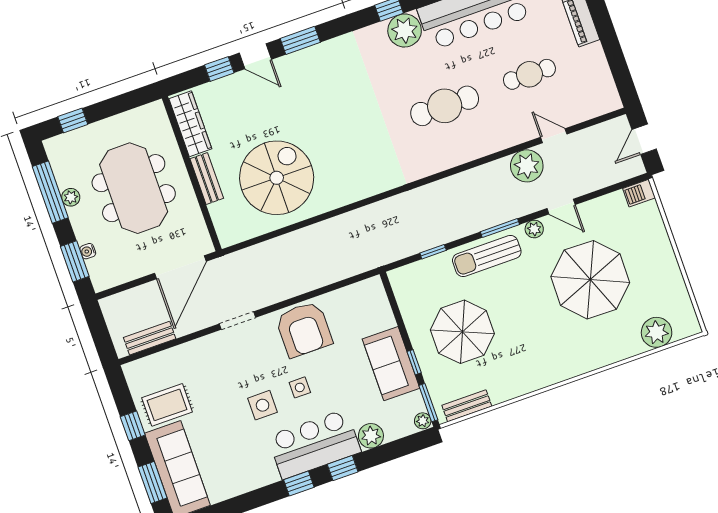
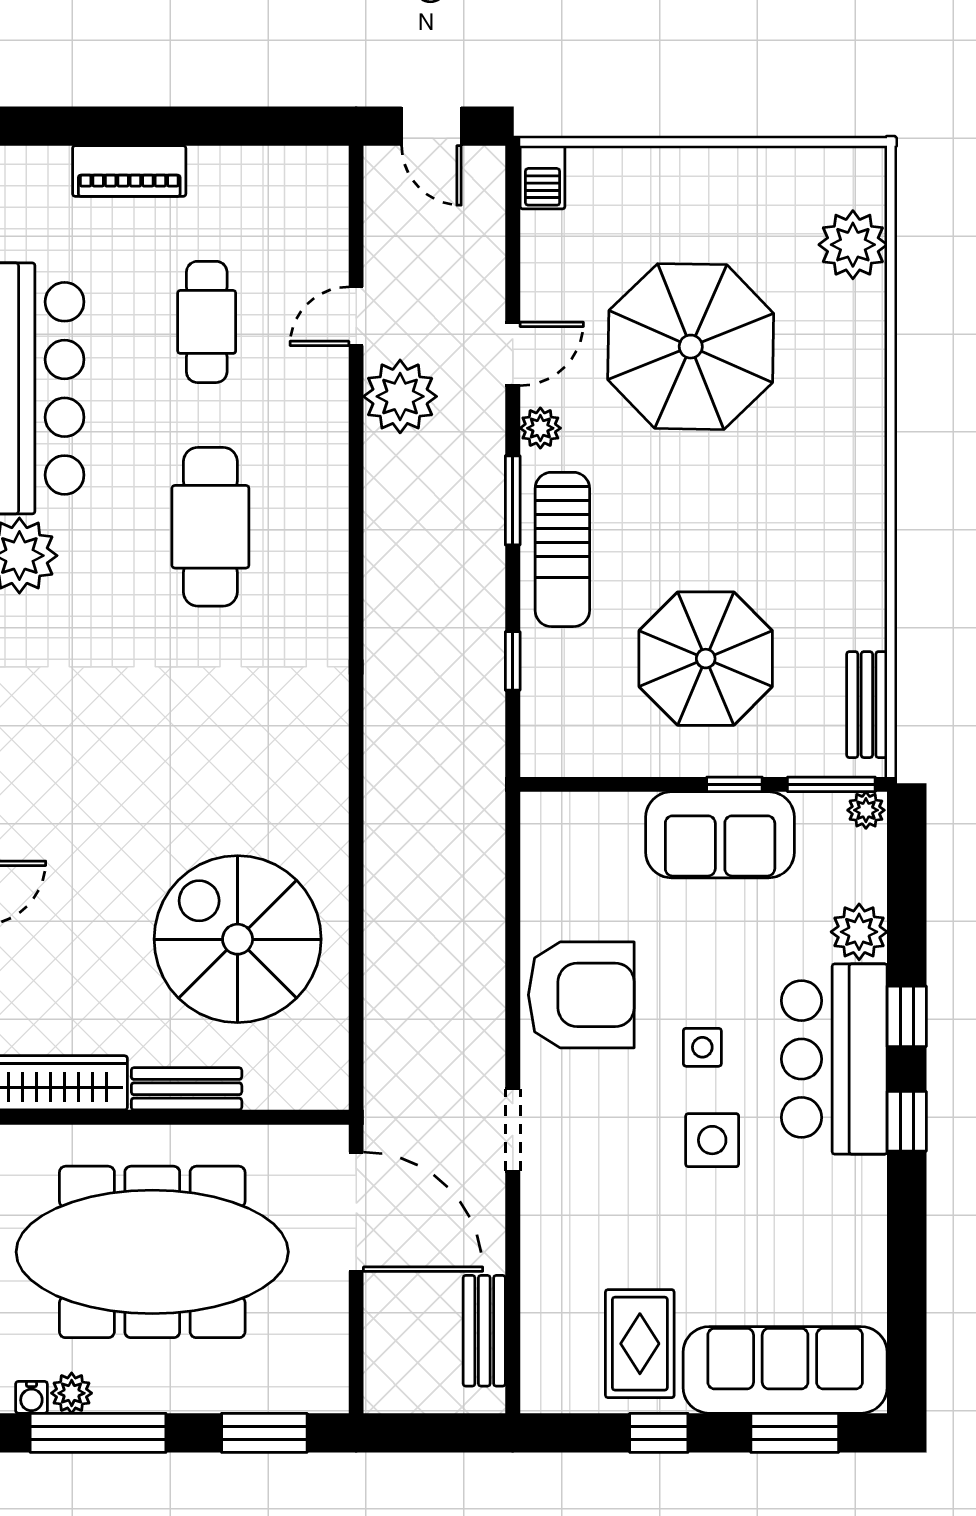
meeting table: (134, 188) -> (152, 1252), width x1.36
plant: (71, 197) -> (72, 1393), moved
water cooler: (88, 251) -> (31, 1397), moved

